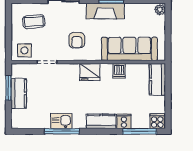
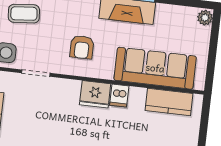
dishwasher: (119, 71) -> (119, 96), moved
kitchen counter: (157, 79) -> (169, 102), moved, turned -90

